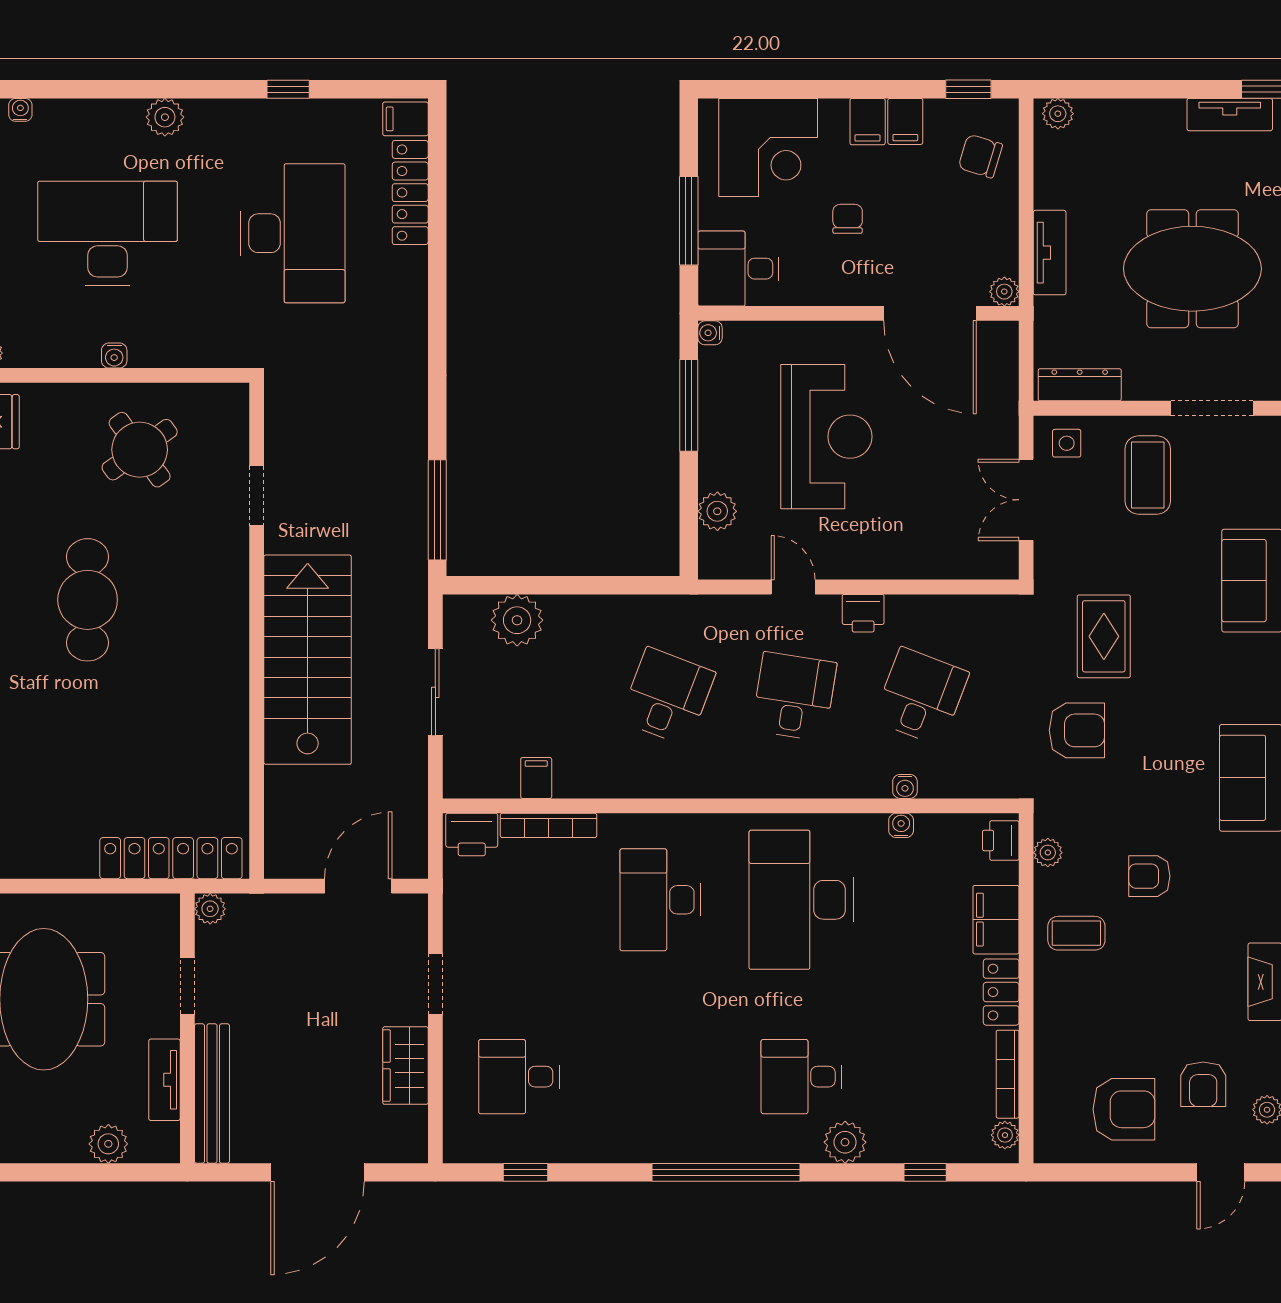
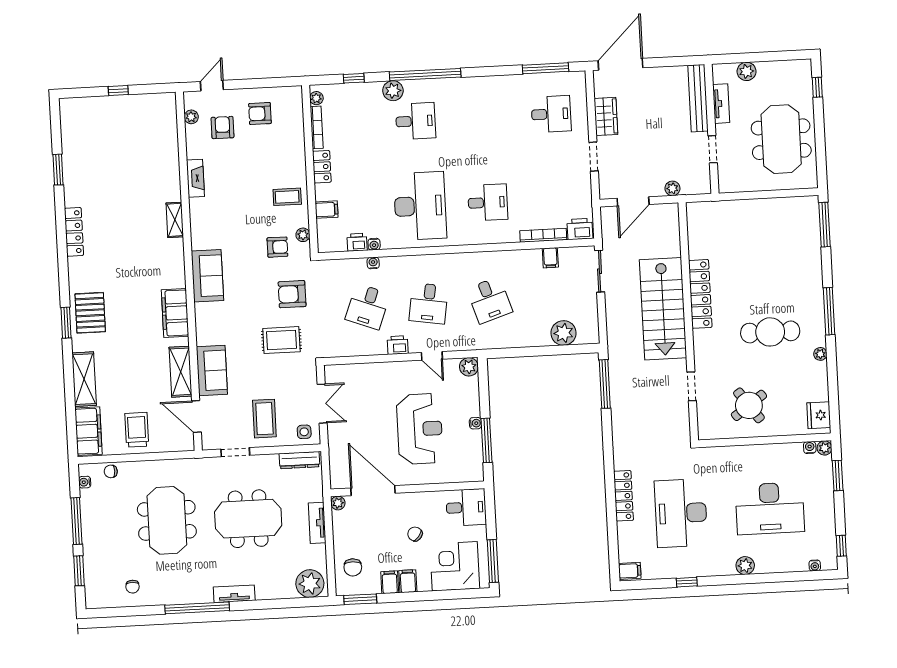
window: (968, 89) -> (360, 599), width x1.50
plant: (1058, 114) -> (310, 584), width x1.88, depth x1.88
chair: (980, 156) -> (353, 567), turned 73
locker: (410, 193) -> (623, 496), moved
chair: (848, 219) -> (415, 534), turned 128
window: (689, 221) -> (493, 561), moved
water cooler: (710, 333) -> (475, 423), moved
water cooler: (114, 356) -> (810, 447), moved
doorway: (1212, 408) -> (235, 452), width x0.73
reception desk: (826, 437) -> (420, 429), turned 180
plant: (717, 511) -> (469, 367), moved
cafe table: (88, 600) -> (770, 332), turned 90
rug: (1104, 636) -> (281, 340), turned 90
sliding door: (435, 692) -> (600, 271), moved
desk: (667, 696) -> (489, 300), turned -39
printer: (1001, 840) -> (357, 242), moved, turned -90
locker: (171, 858) -> (700, 294), moved, turned -90
armchair: (1149, 876) -> (277, 247), moved
desk: (660, 900) -> (488, 202), width x0.73
plant: (210, 909) -> (672, 188), moved
filing cabinet: (996, 920) -> (327, 210), width x0.50
armchair: (1124, 1109) -> (260, 114), width x0.72, depth x0.72
door: (317, 1172) -> (620, 64), moved
window: (525, 1172) -> (546, 68), width x2.17
window: (726, 1172) -> (425, 74), moved

